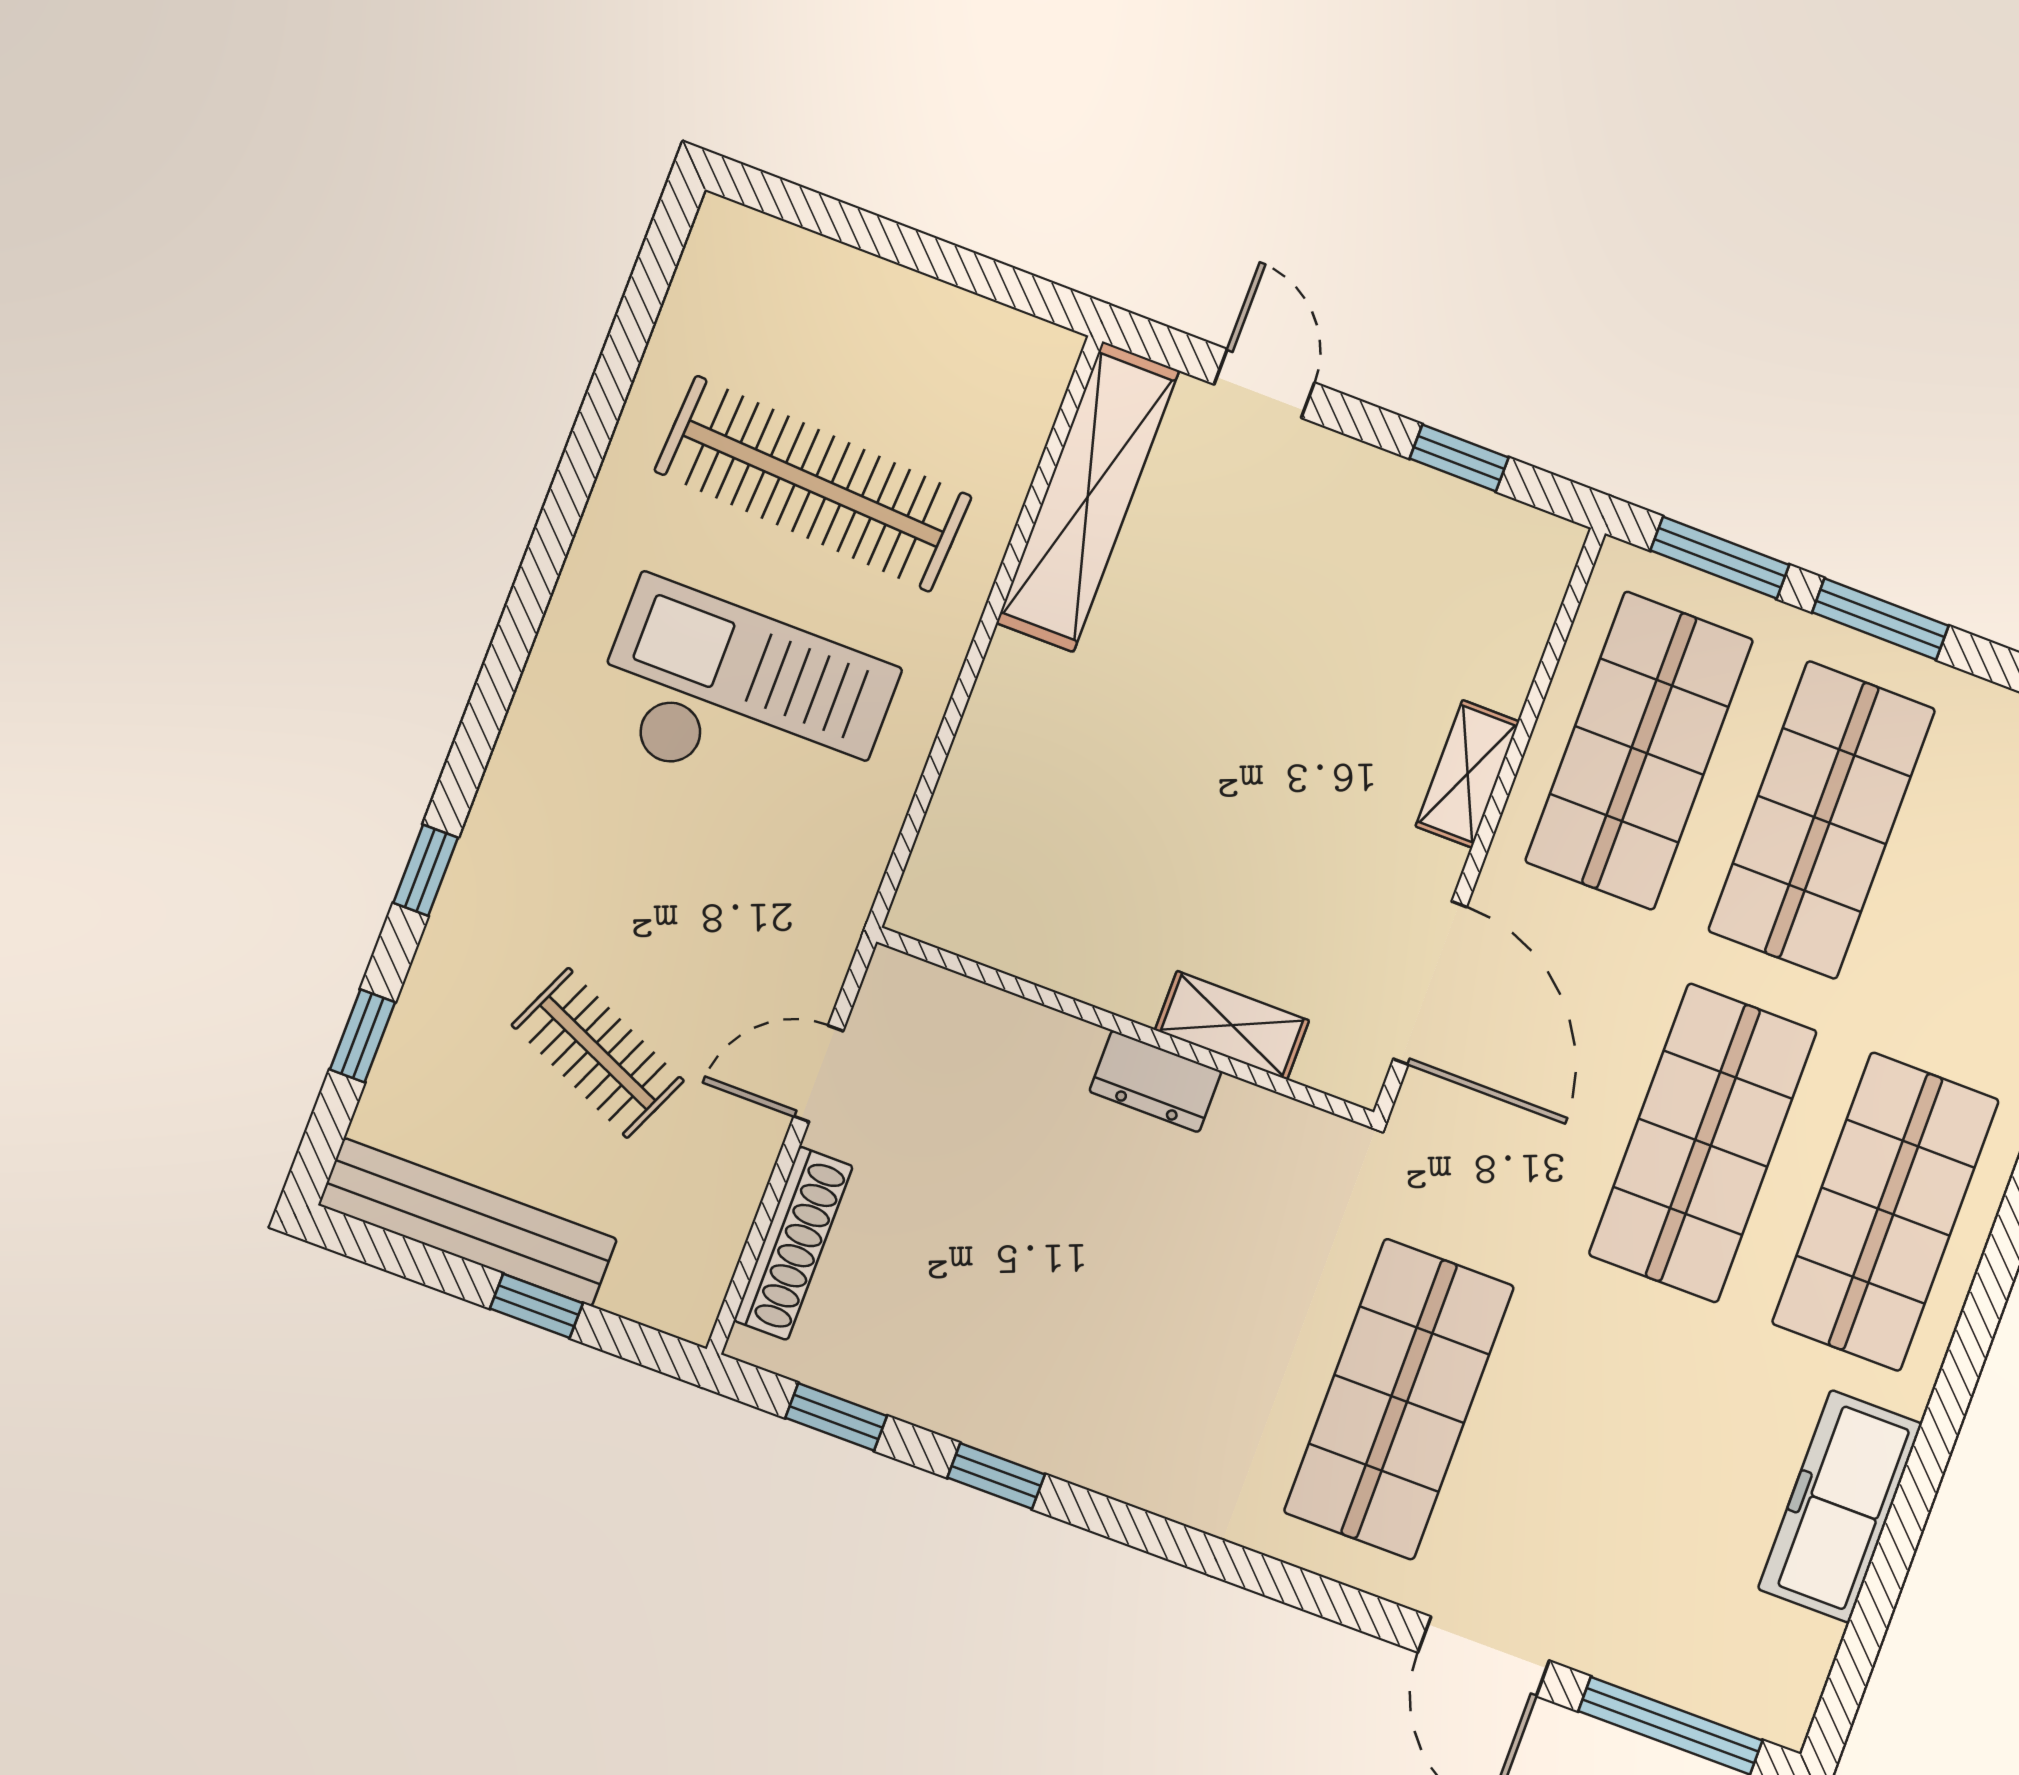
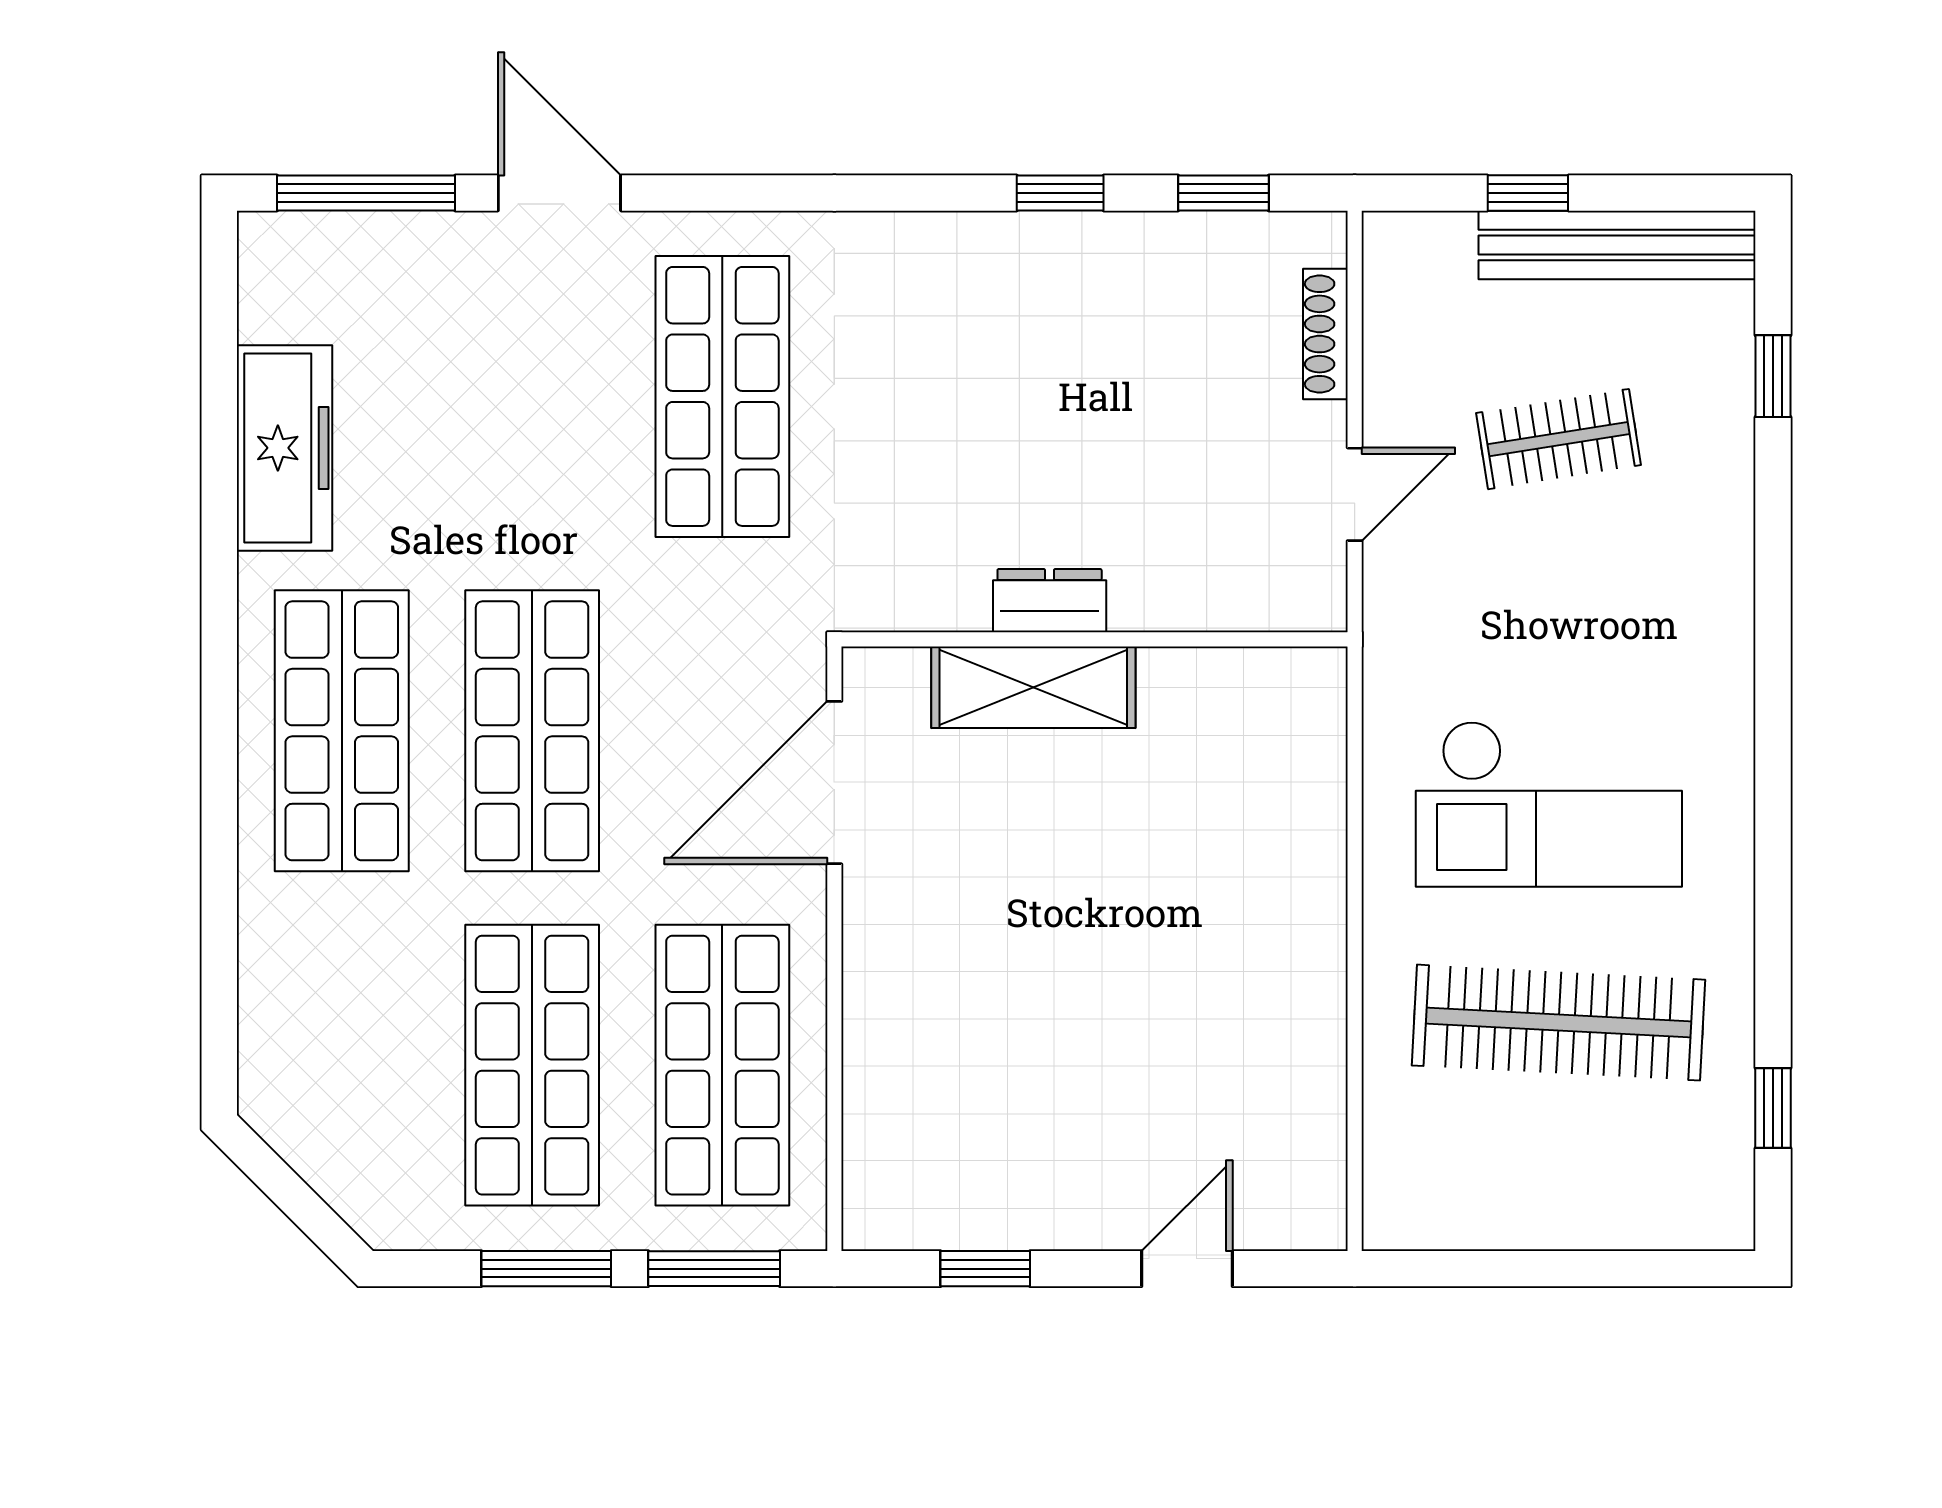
door: (1264, 383) -> (1187, 1269), swing flipped
shelving: (1088, 497) -> (1308, 1105), removed
shelving: (1467, 774) -> (871, 985), removed
window: (426, 870) -> (1773, 1108), moved
door: (1430, 983) -> (834, 783), hinge flipped
shelving: (1232, 1025) -> (1033, 687), width x1.50, depth x1.33
clothes rail: (598, 1053) -> (1559, 439), turned -33
shoe rack: (793, 1243) -> (1325, 334), width x0.74, depth x0.81

